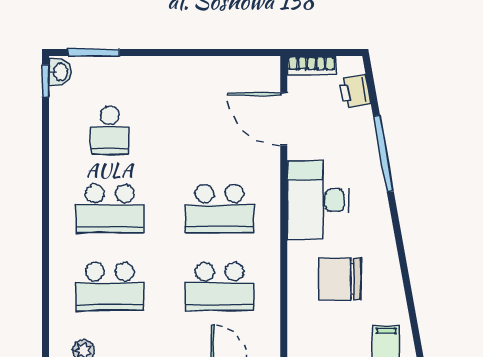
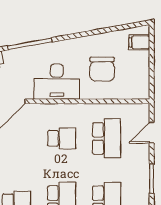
school desk: (220, 209) -> (62, 138), width x0.54

